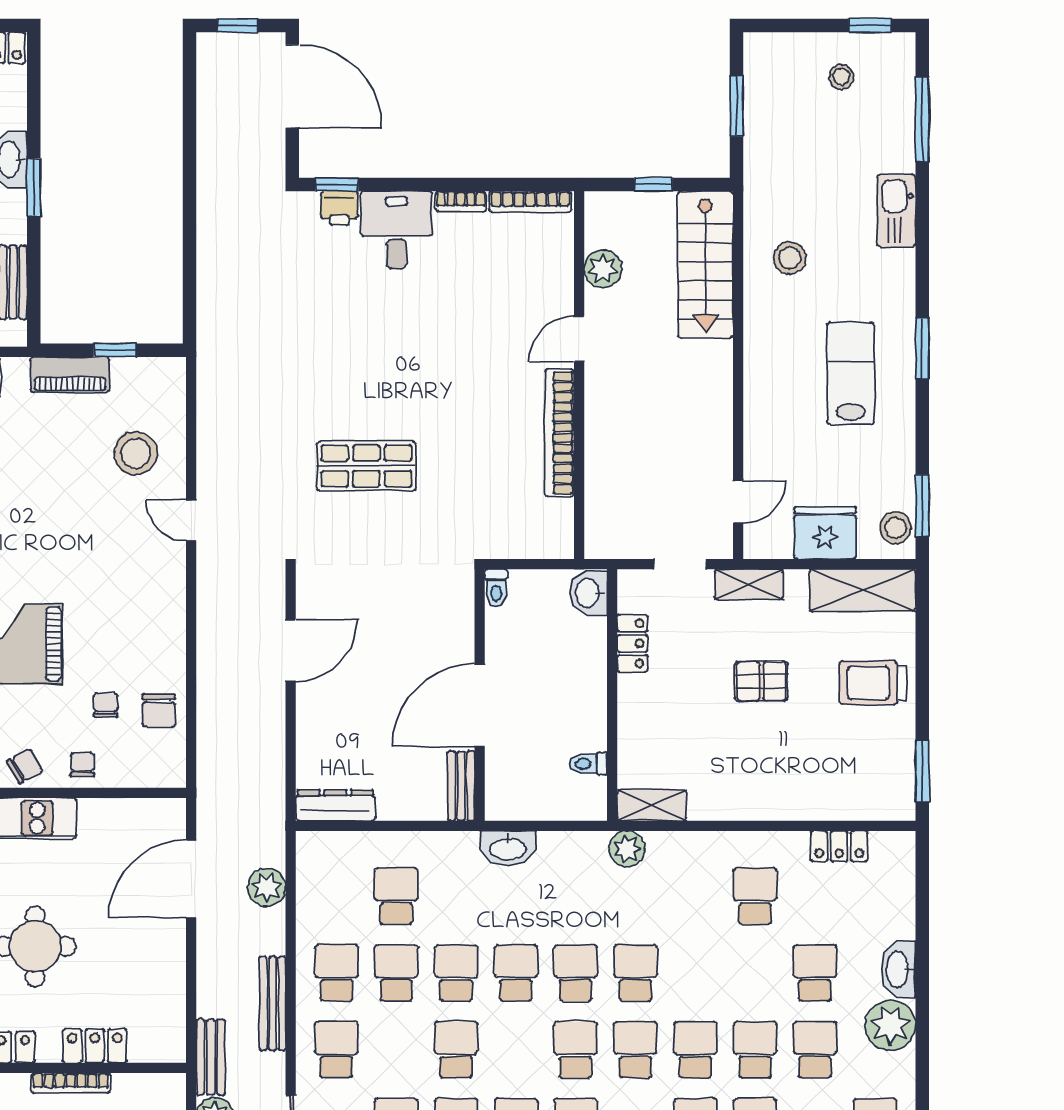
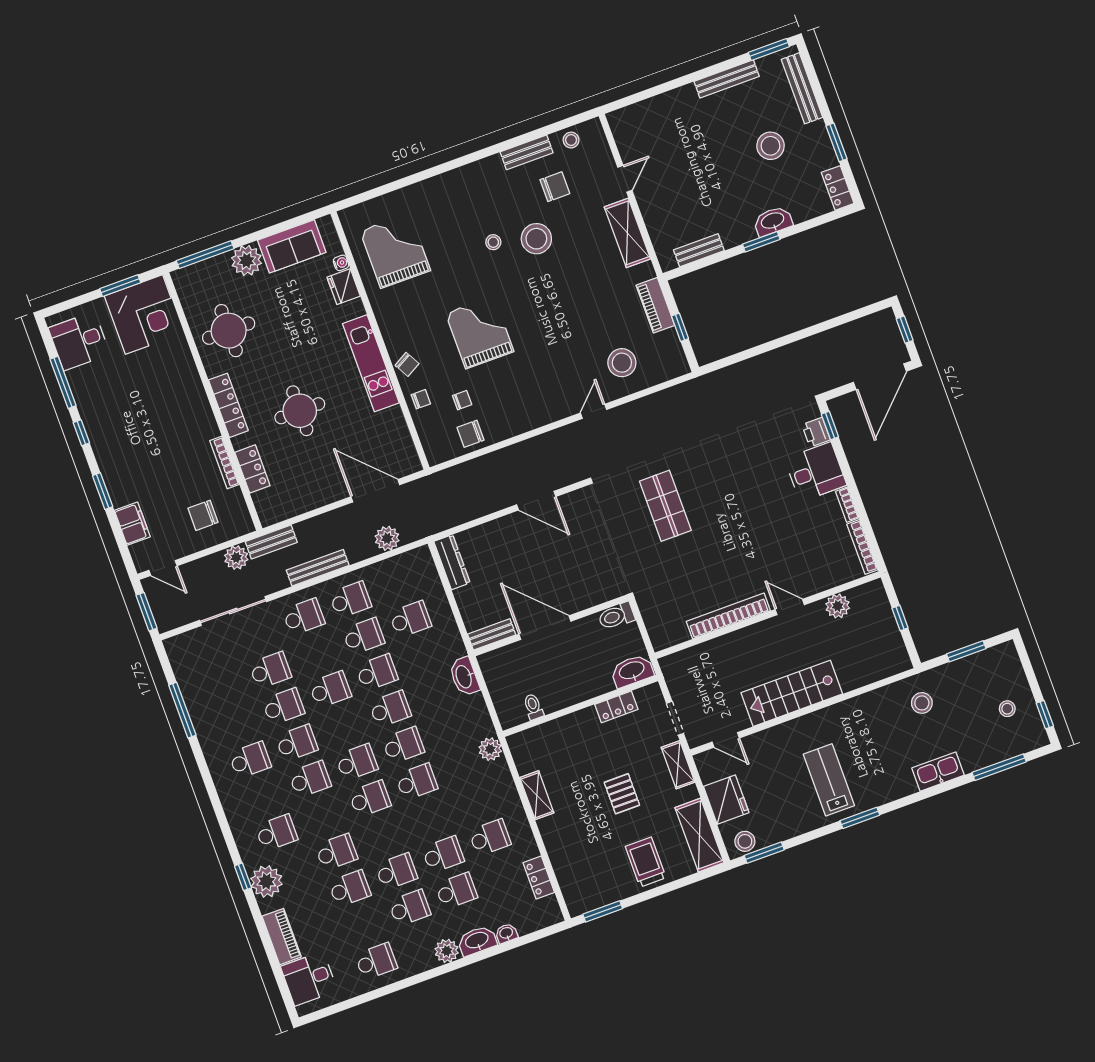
stool: (790, 258) -> (922, 703), moved
stairs: (705, 265) -> (792, 693), moved
lab bench: (851, 373) -> (829, 780), turned -90
toilet: (496, 588) -> (616, 616), width x1.37, depth x1.39
washbasin: (588, 593) -> (632, 671), width x1.38
shelving: (652, 805) -> (537, 795), moved
washbasin: (903, 923) -> (506, 933), added
plant: (890, 1025) -> (447, 951), width x0.73, depth x0.73
school desk: (695, 1050) -> (443, 854), moved

